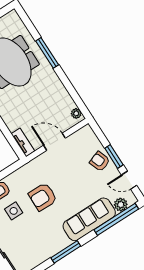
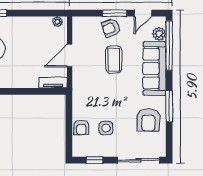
coffee table: (75, 181) -> (114, 60), added
armchair: (43, 197) -> (148, 120), moved

